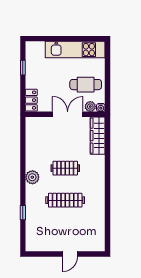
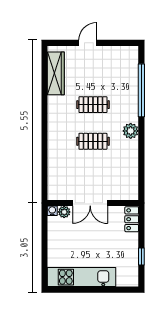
cafe table: (86, 85) -> (70, 237), removed
wardrobe: (98, 136) -> (56, 73), moved
clothes rail: (65, 200) -> (93, 105), width x0.73
window: (23, 213) -> (141, 90), width x3.17

